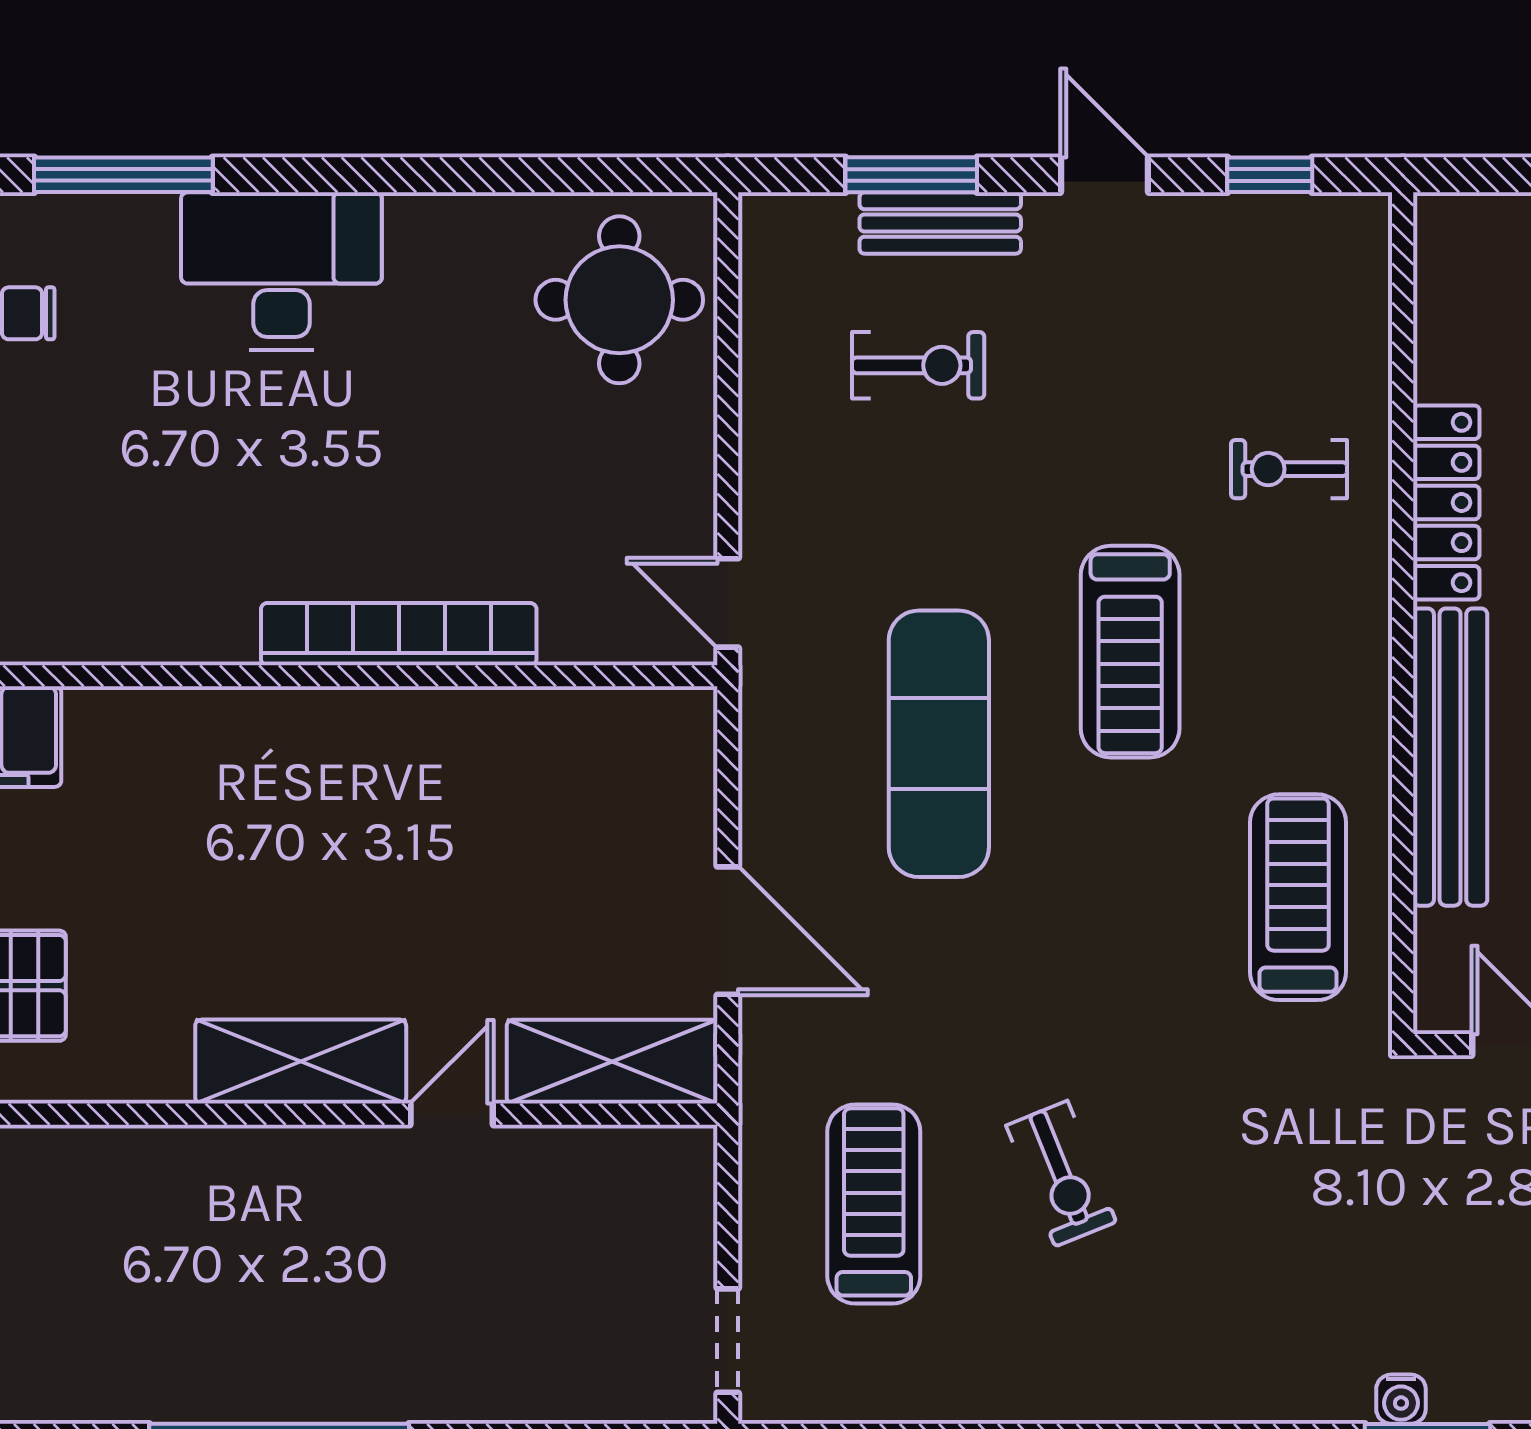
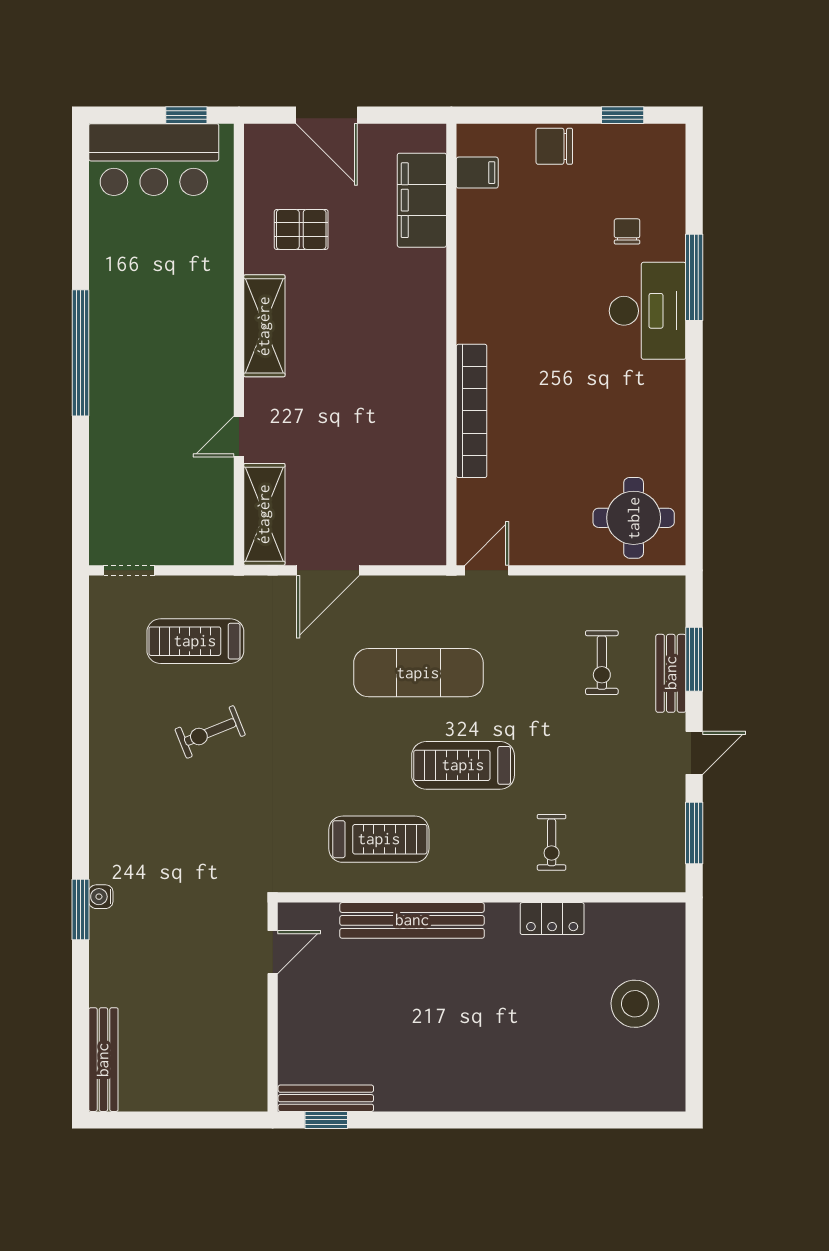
window: (1270, 175) -> (694, 833), width x1.50
desk: (281, 271) -> (648, 311), moved
exercise bike: (1289, 469) -> (552, 842), turned 180
locker: (1446, 502) -> (552, 919), width x0.66
treadmill: (1298, 897) -> (379, 839), moved
shelving: (301, 1062) -> (264, 326), moved
door: (452, 1114) -> (239, 437), swing flipped
treadmill: (874, 1204) -> (195, 641), turned 180

